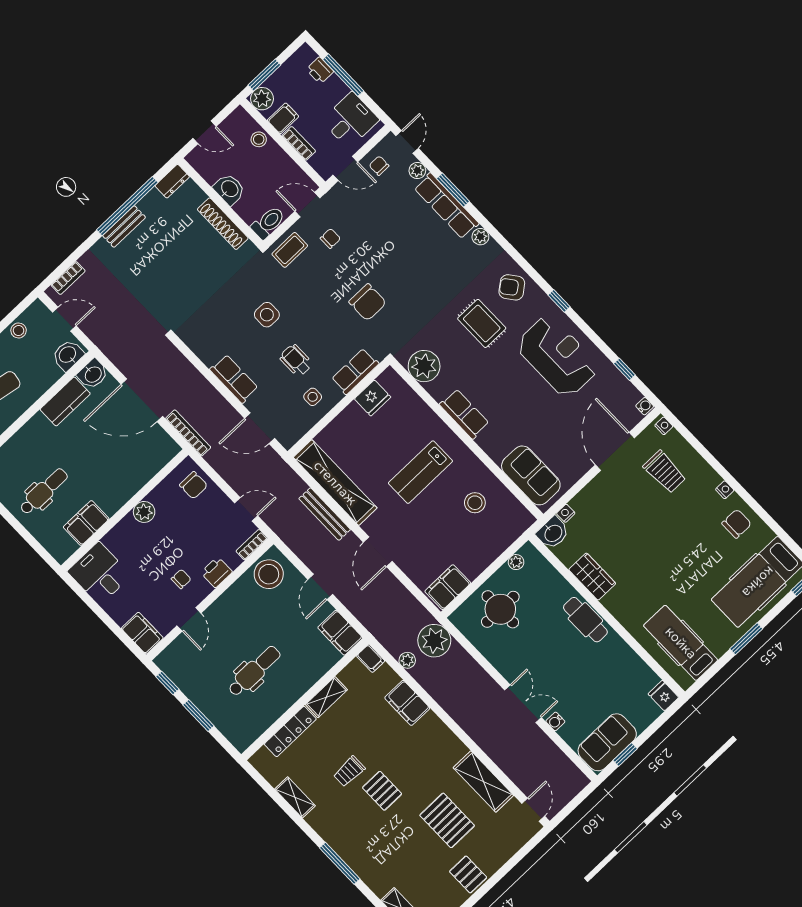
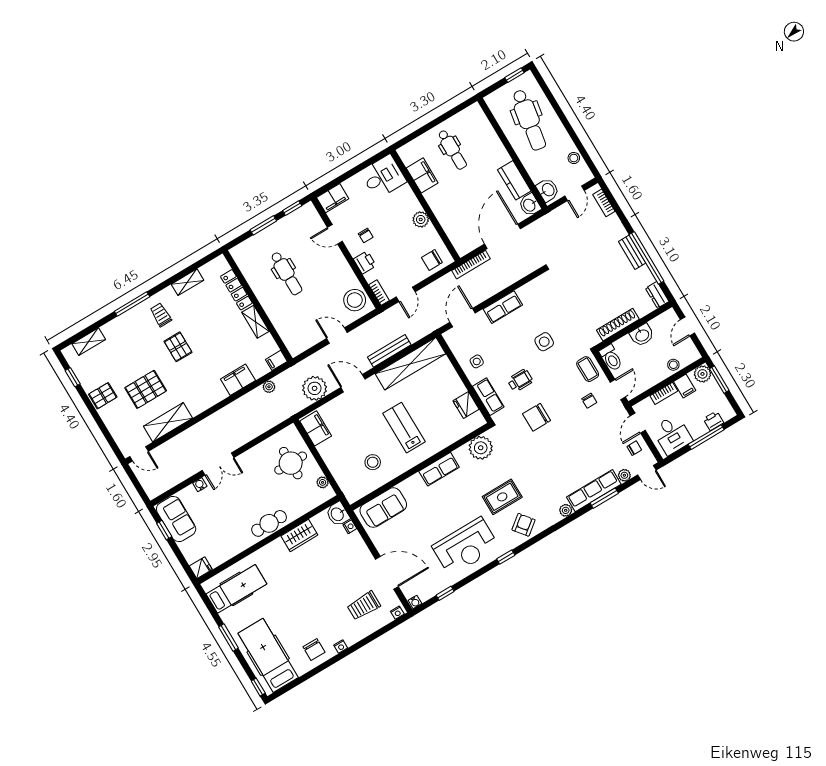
wheelchair: (296, 360) -> (520, 381), moved
filing cabinet: (340, 633) -> (300, 343), removed
plant: (434, 641) -> (315, 388), moved
trolley: (349, 771) -> (161, 315), moved
pallet: (382, 791) -> (178, 347), turned 90

